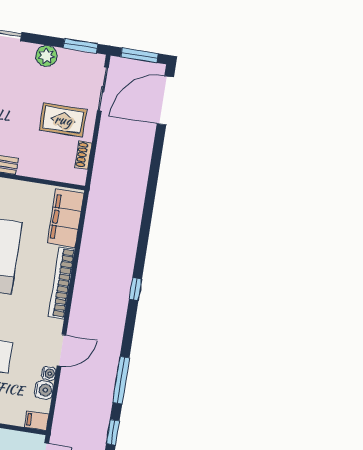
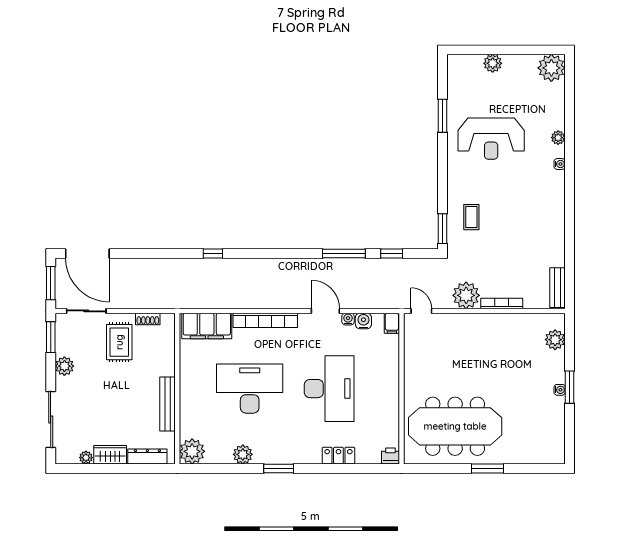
window: (135, 289) -> (213, 253), moved

